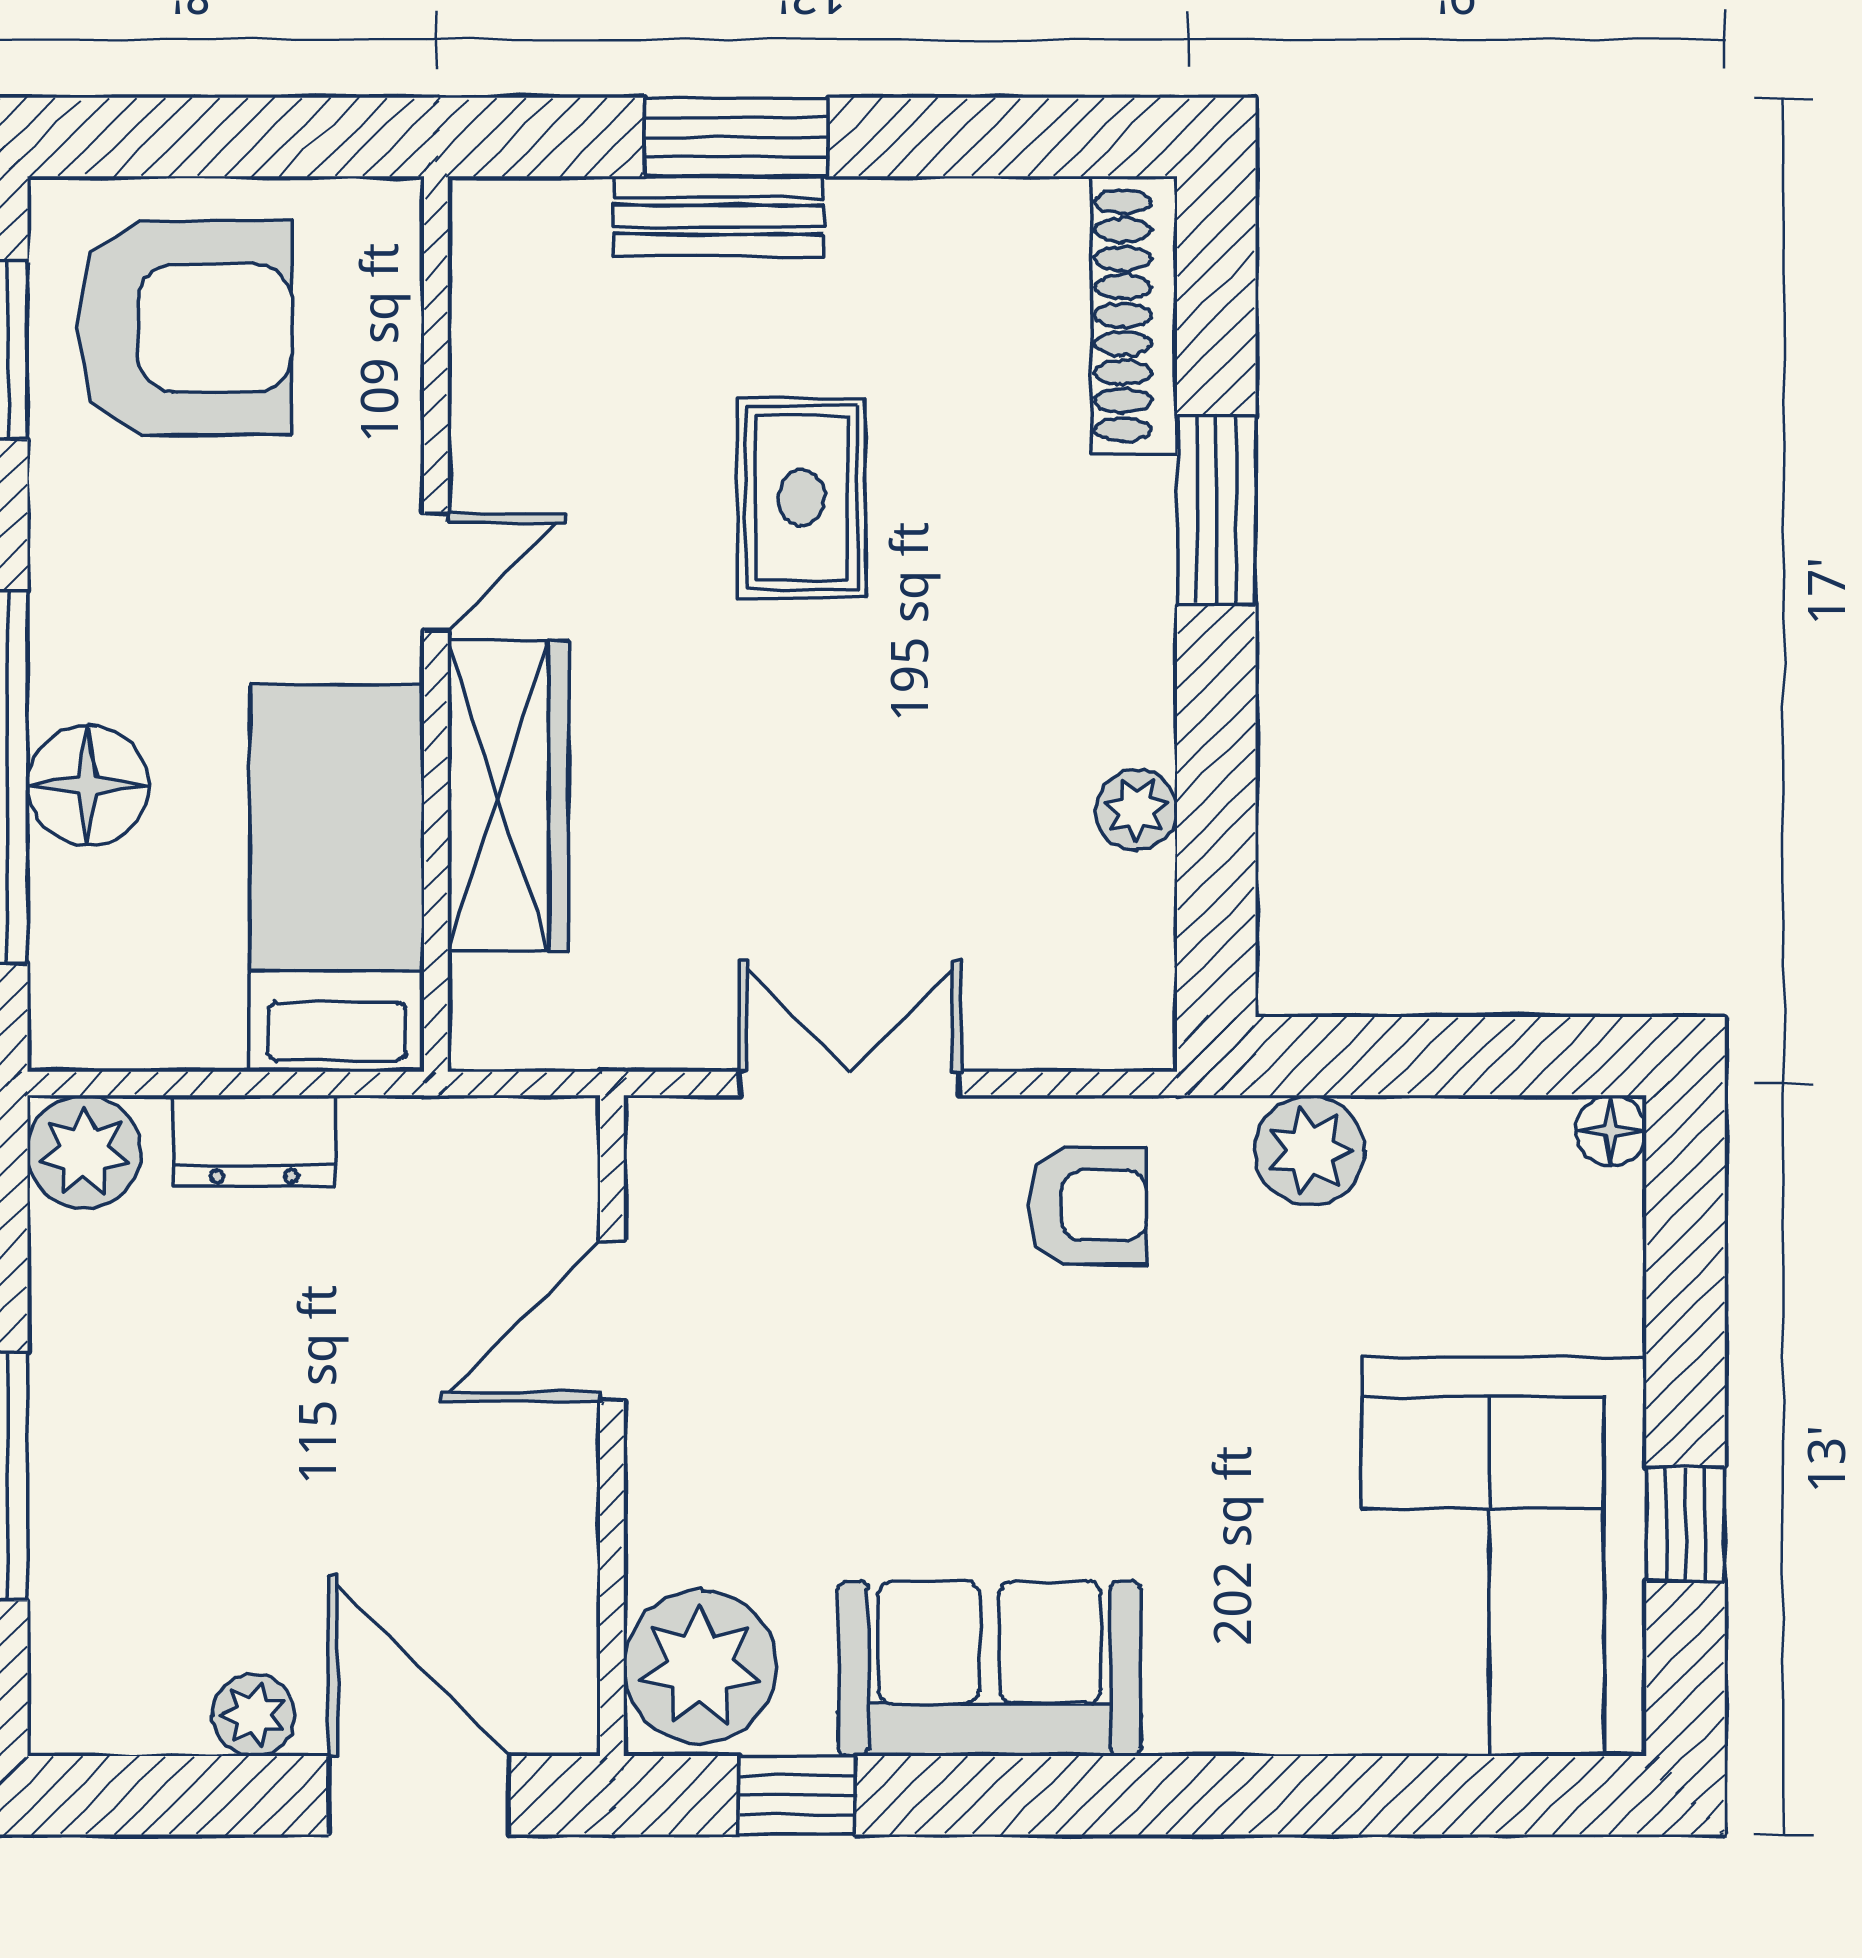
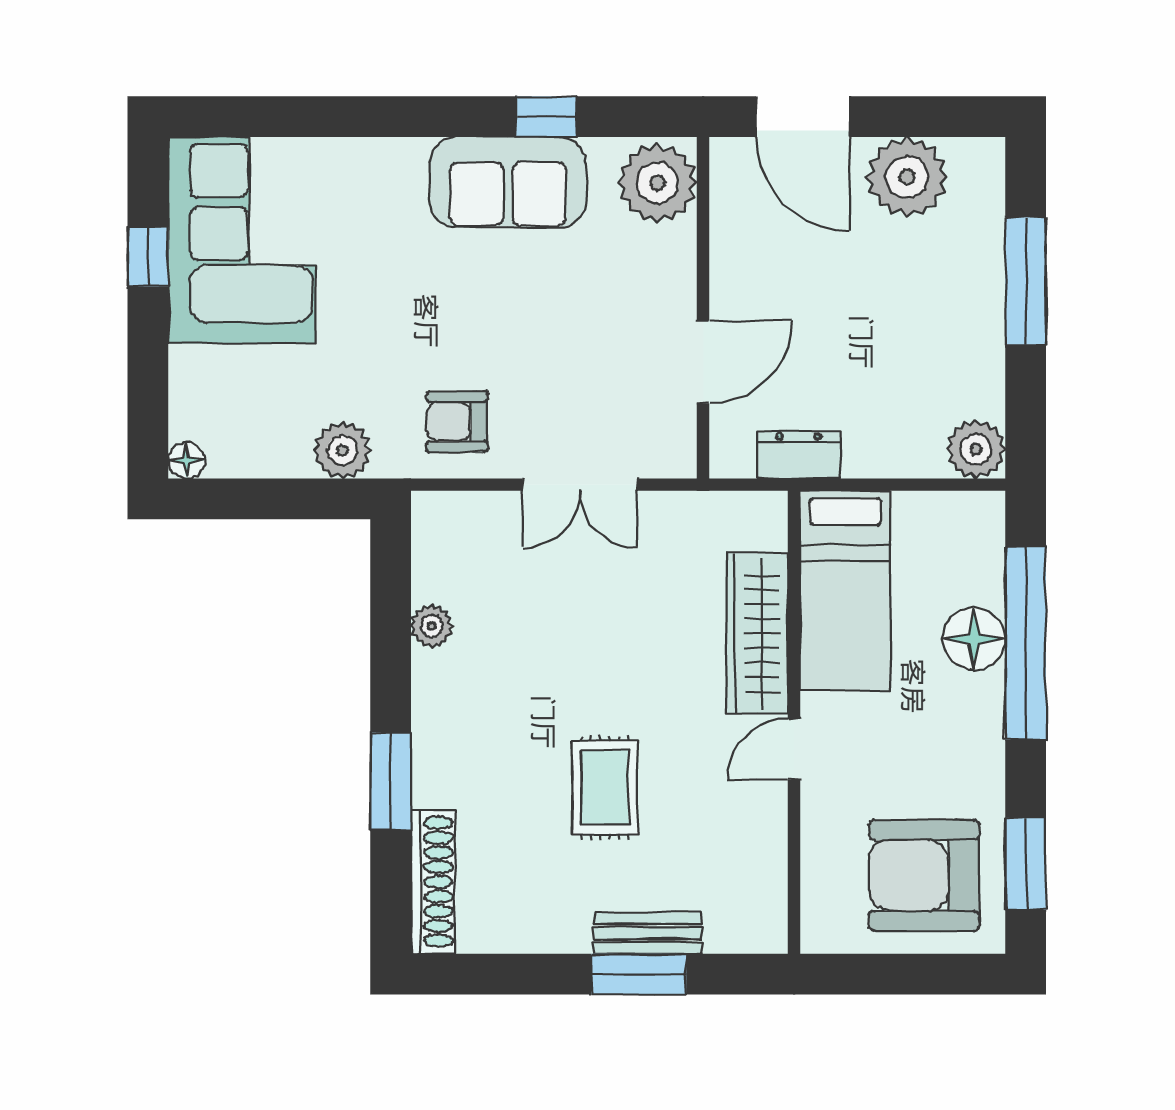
dresser: (254, 1141) -> (799, 455), moved
plant: (254, 1715) -> (907, 177), width x1.88, depth x1.88
window: (797, 1795) -> (547, 117), moved

